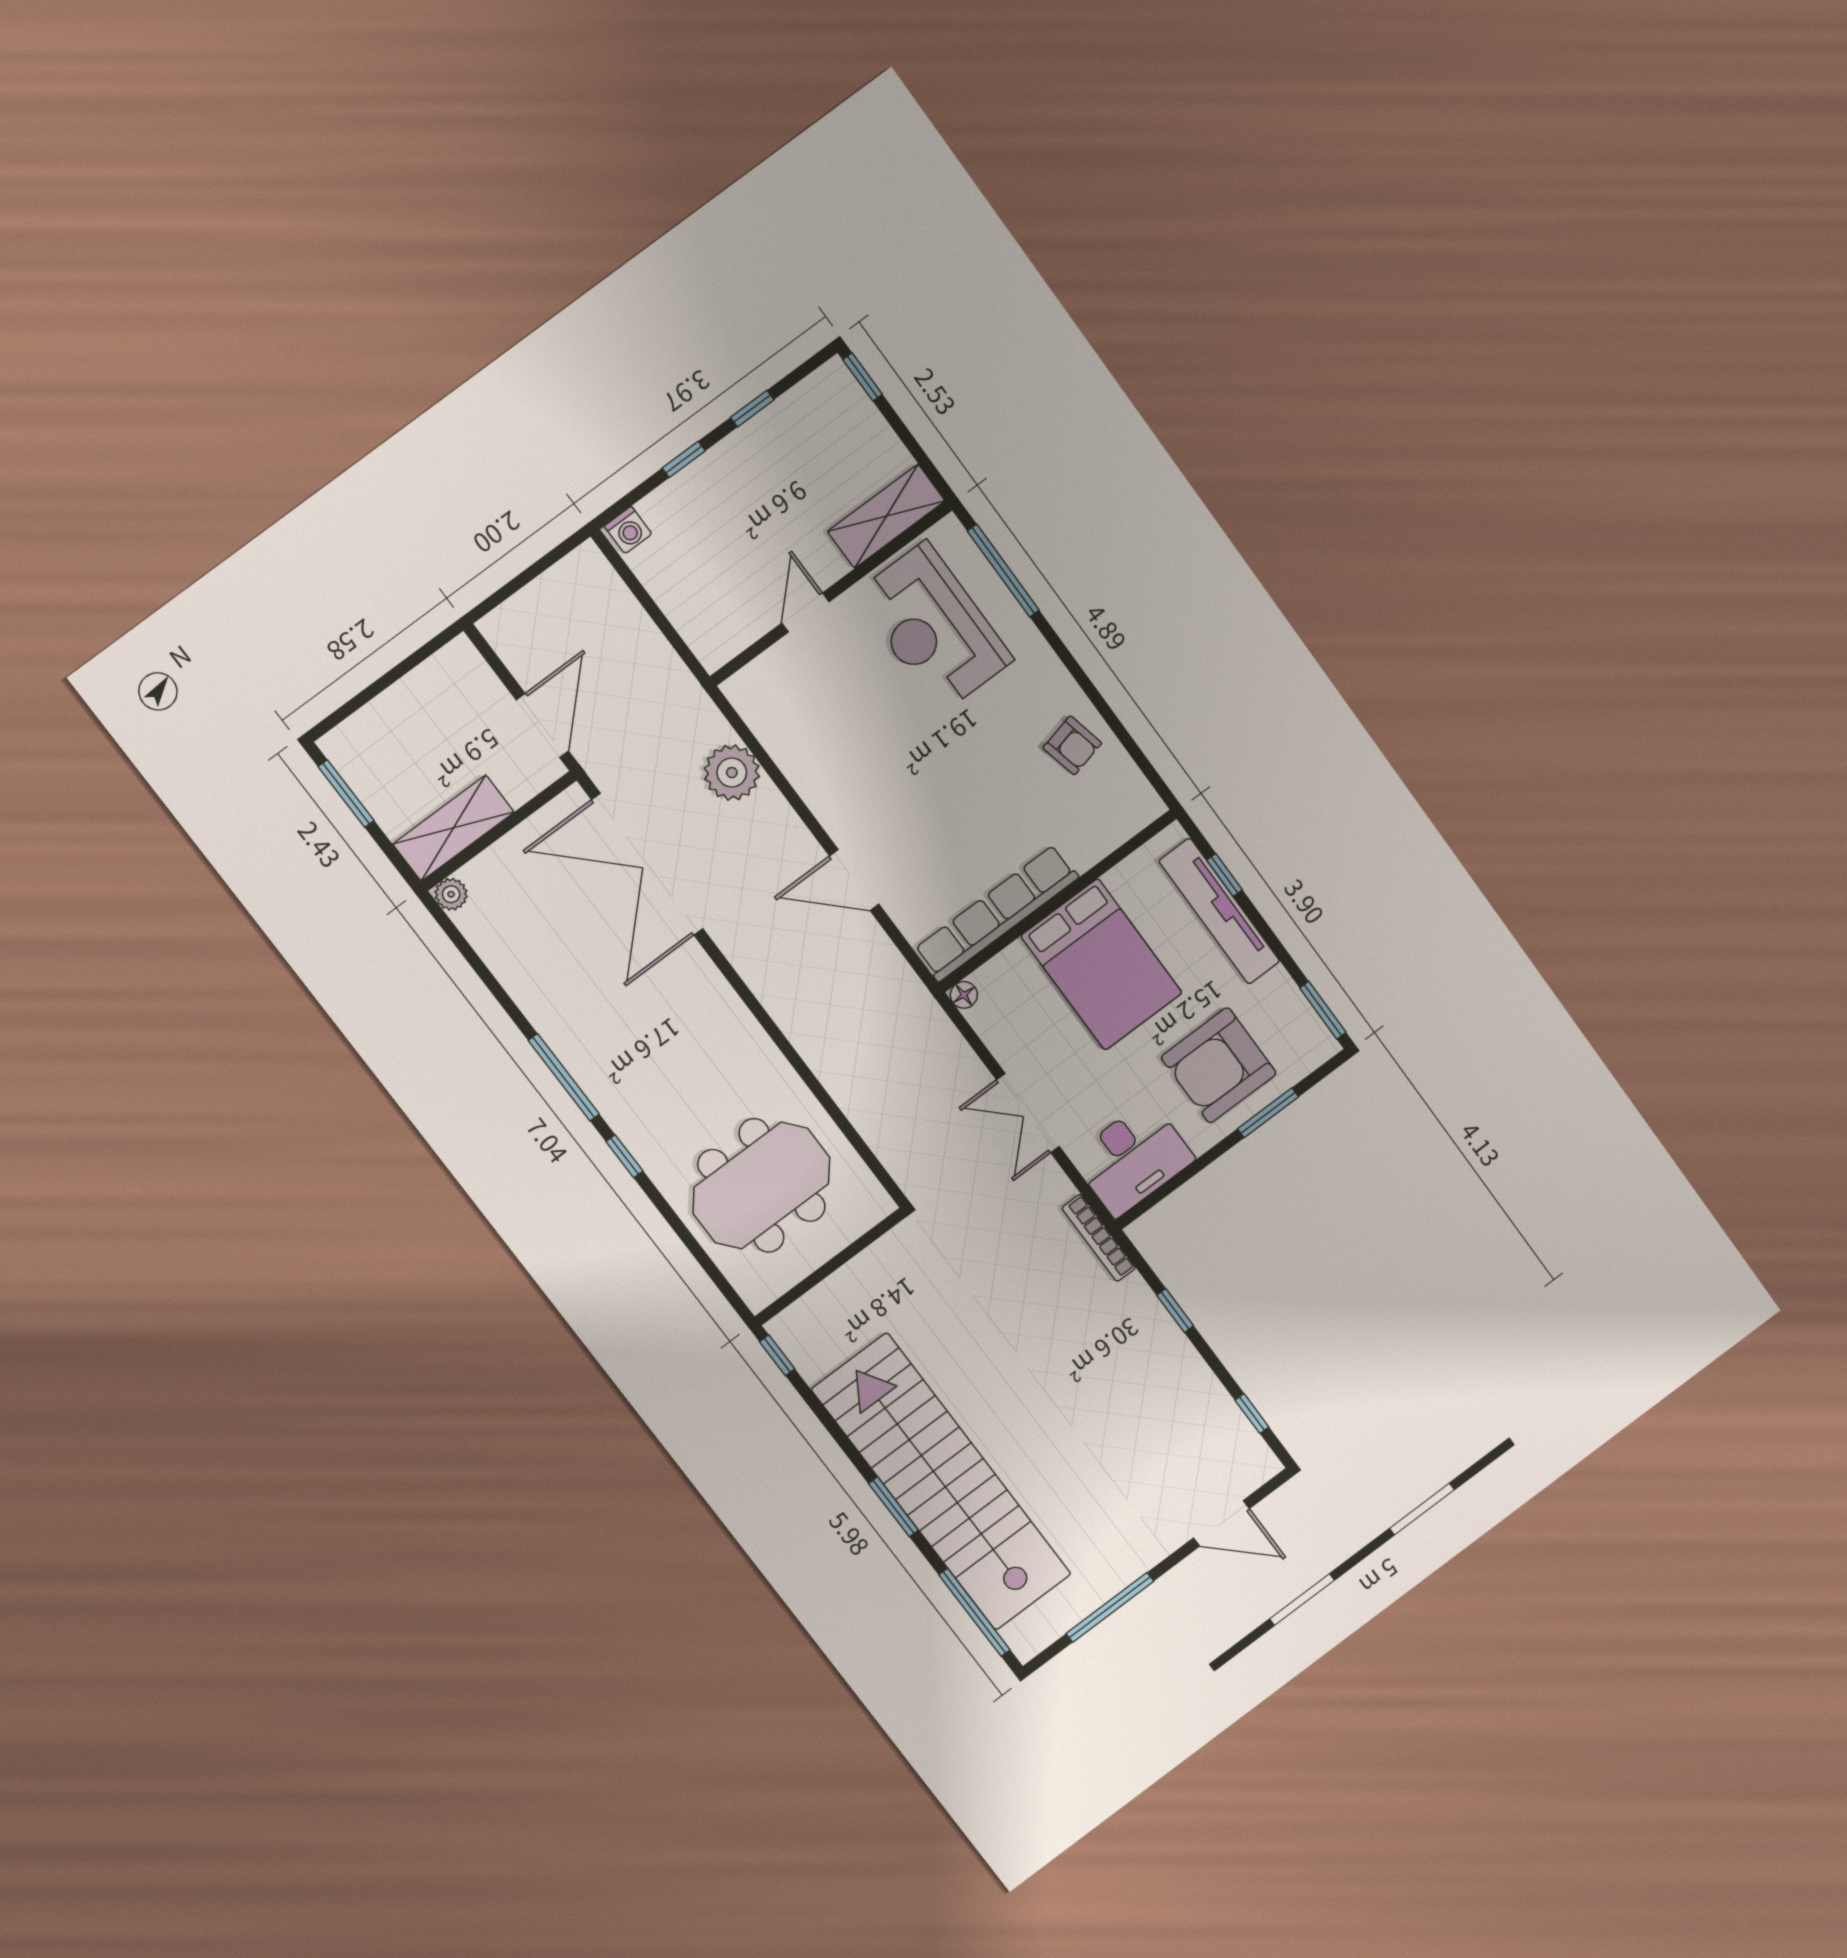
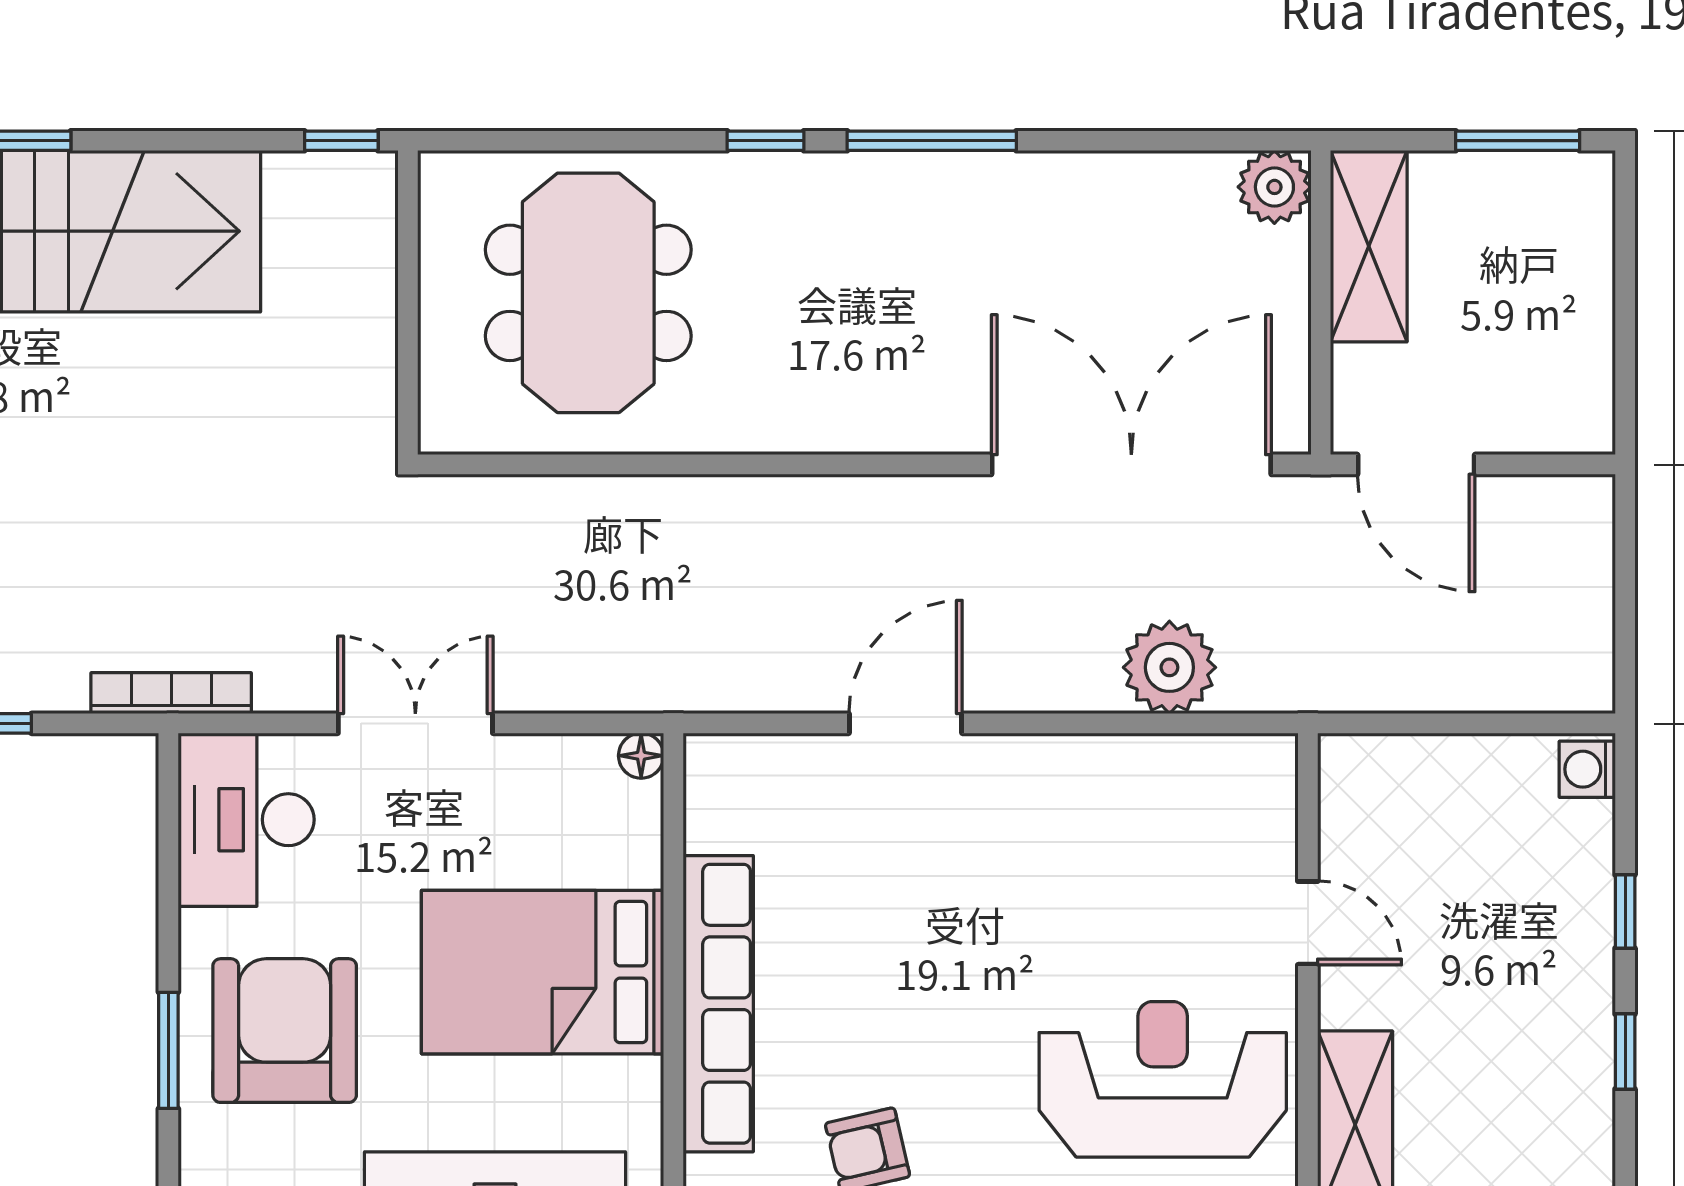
plant: (451, 894) -> (1274, 187), width x1.38, depth x1.38
row of seats: (997, 913) -> (718, 1004), moved

